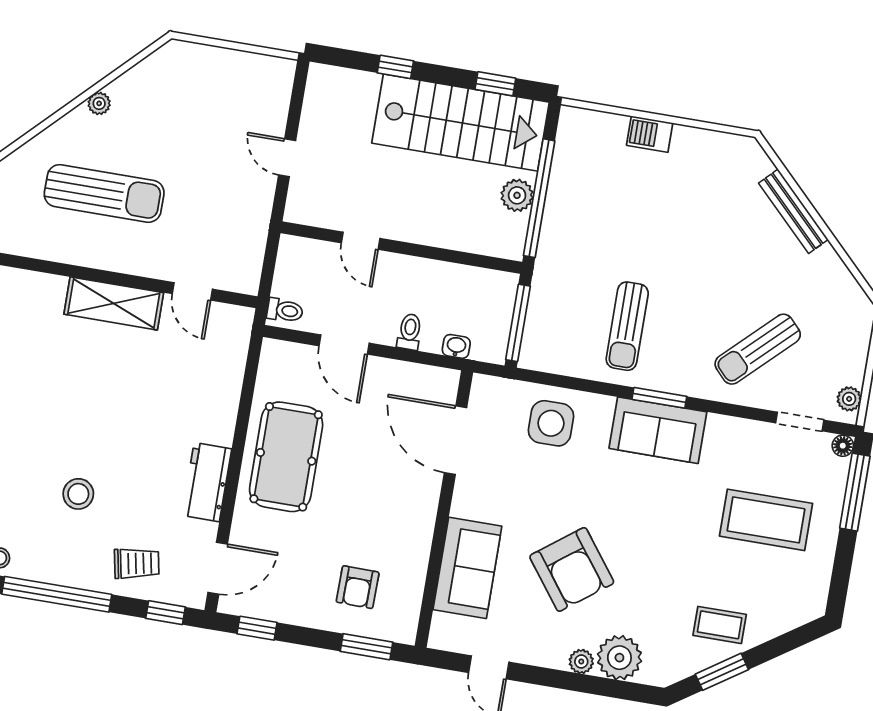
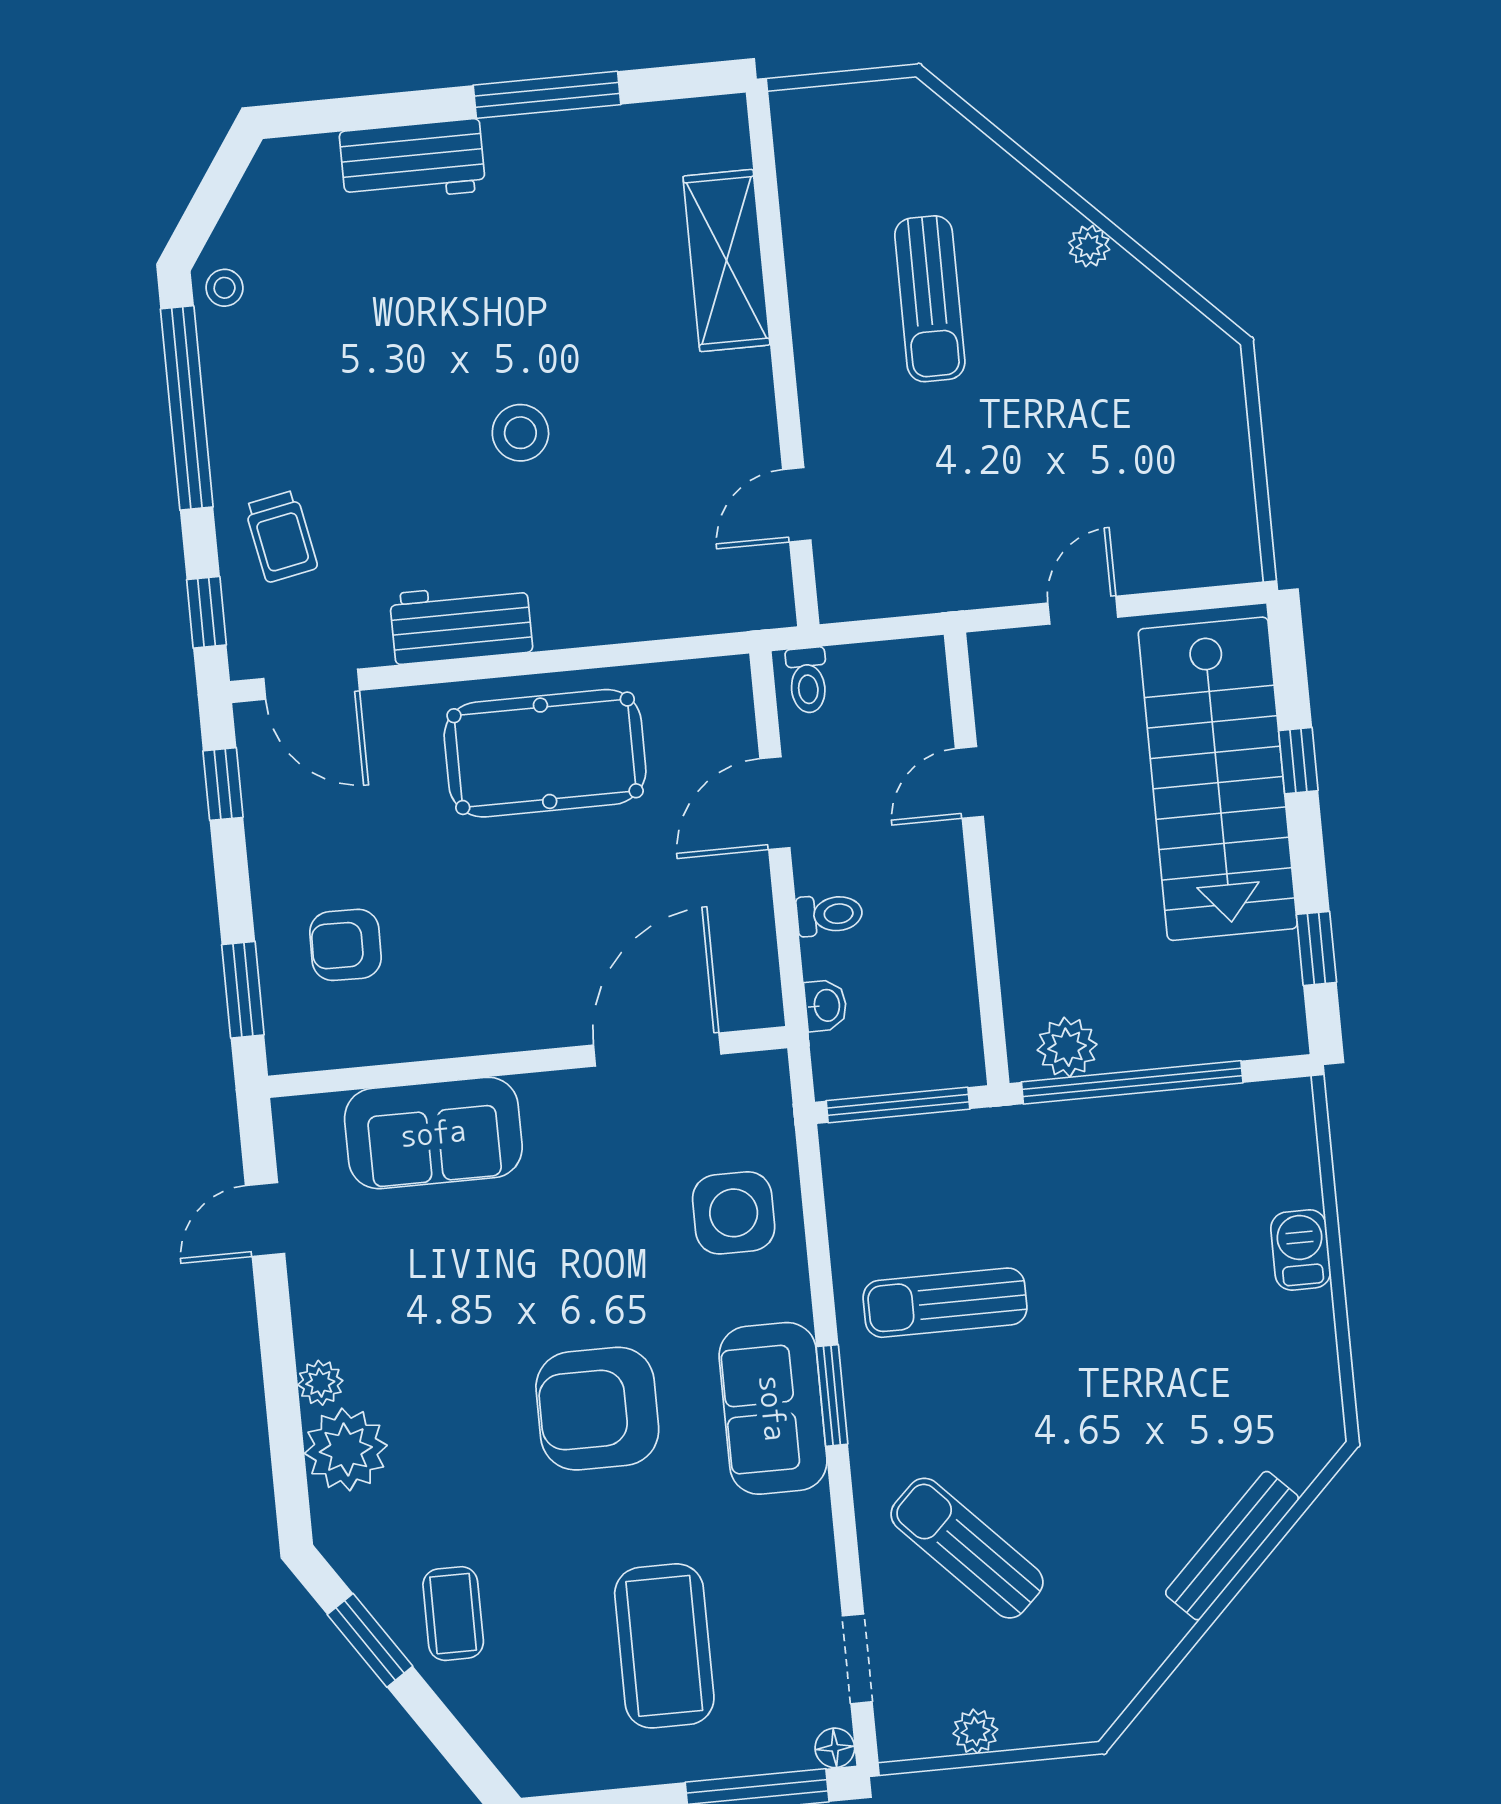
stairs: (460, 123) -> (1218, 779), moved
sun lounger: (104, 193) -> (930, 299), width x0.73, depth x0.75
plant: (517, 195) -> (1067, 1047), moved
shelving: (114, 303) -> (726, 261), moved
plant: (849, 399) -> (975, 1731), moved
stool: (78, 494) -> (520, 433), moved
armchair: (572, 569) -> (597, 1409), moved, turned 37

